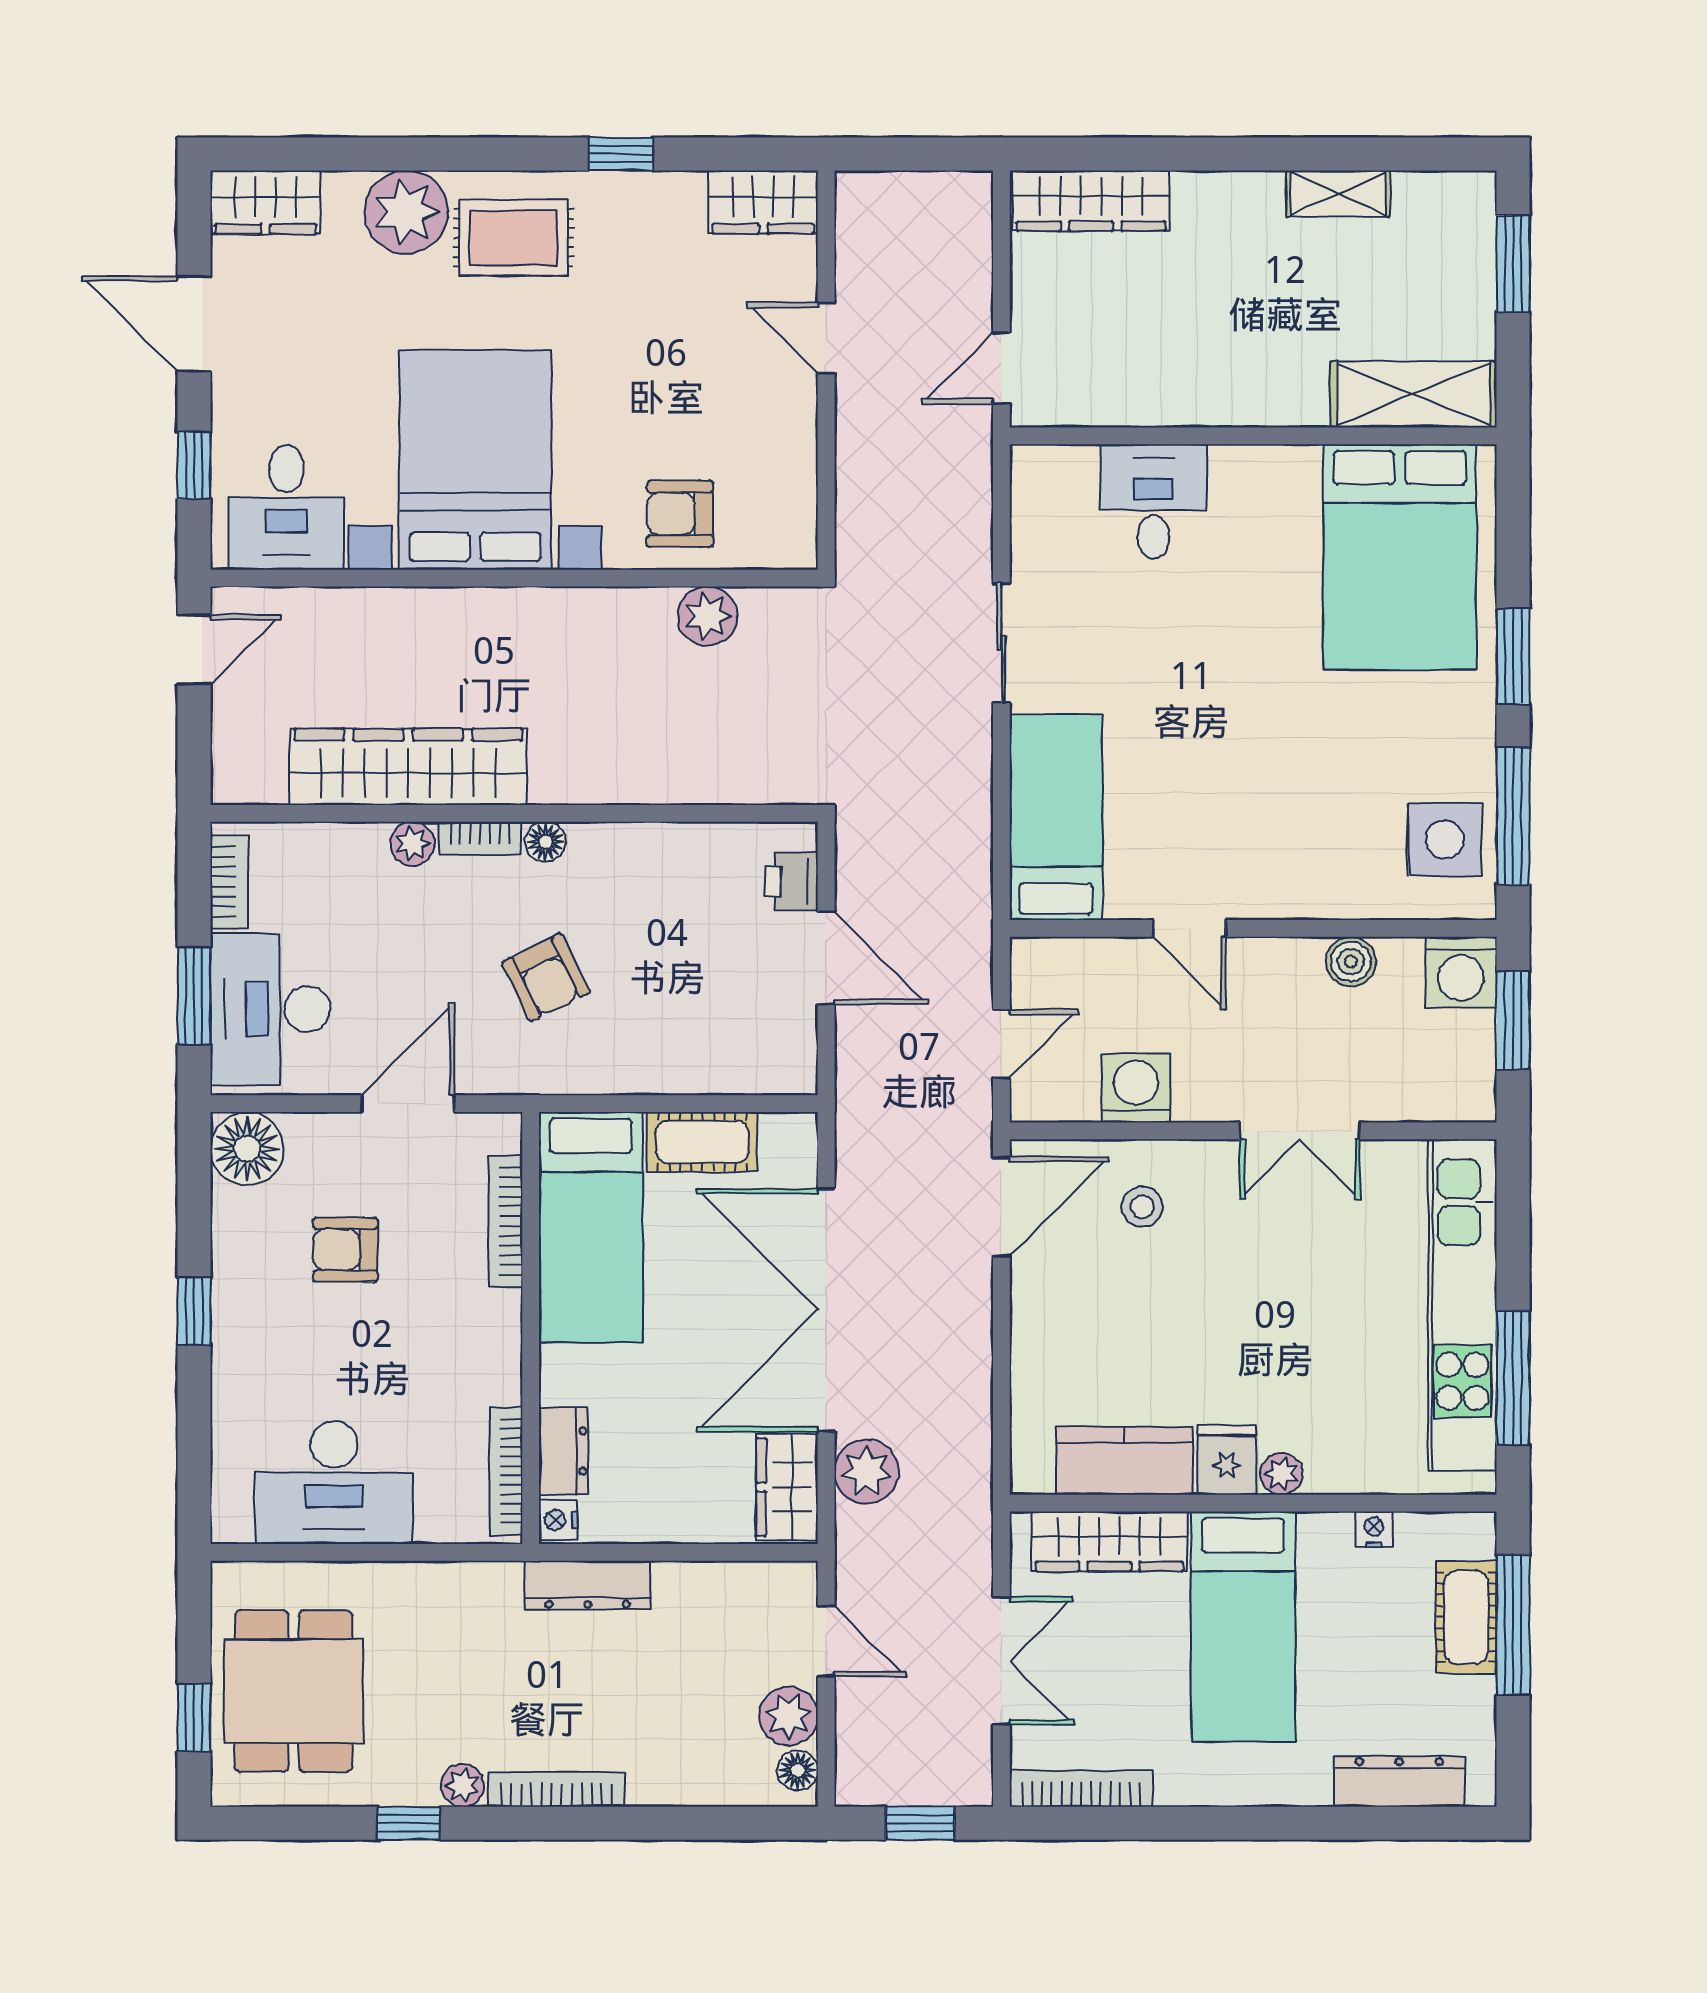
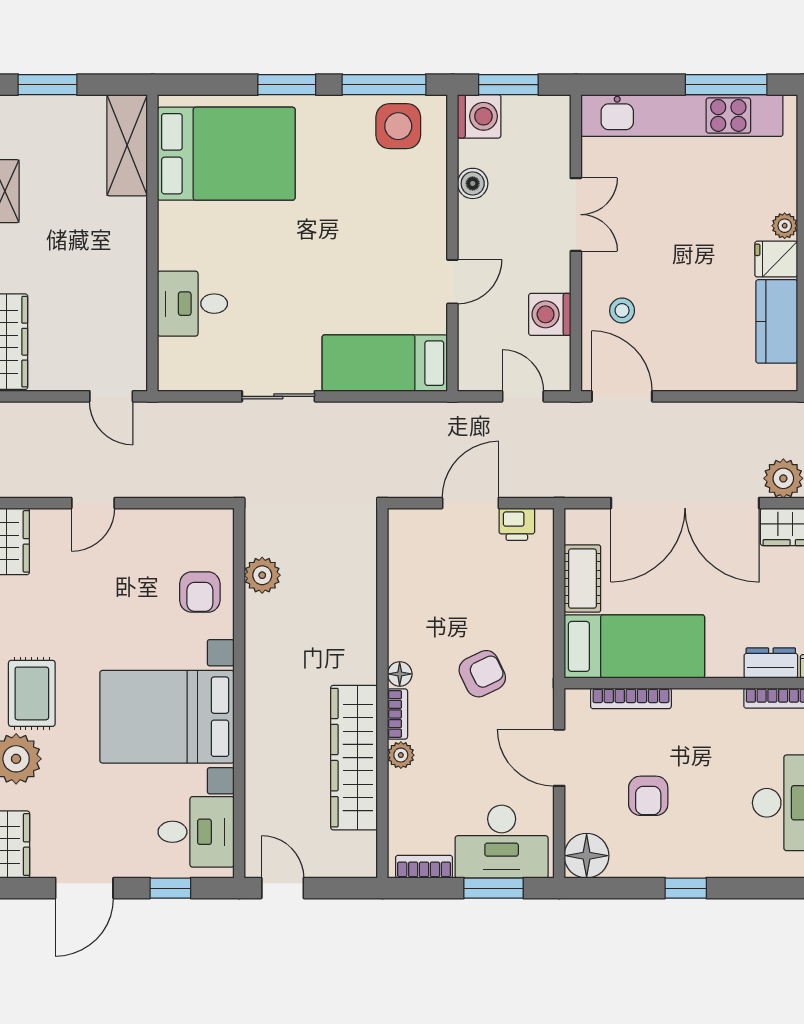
printer: (791, 881) -> (517, 524), moved

